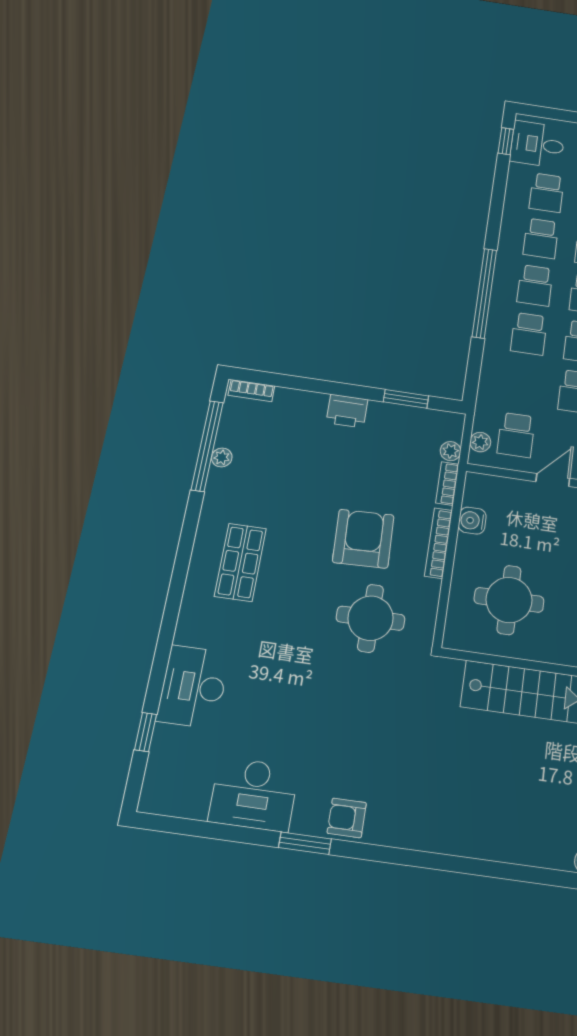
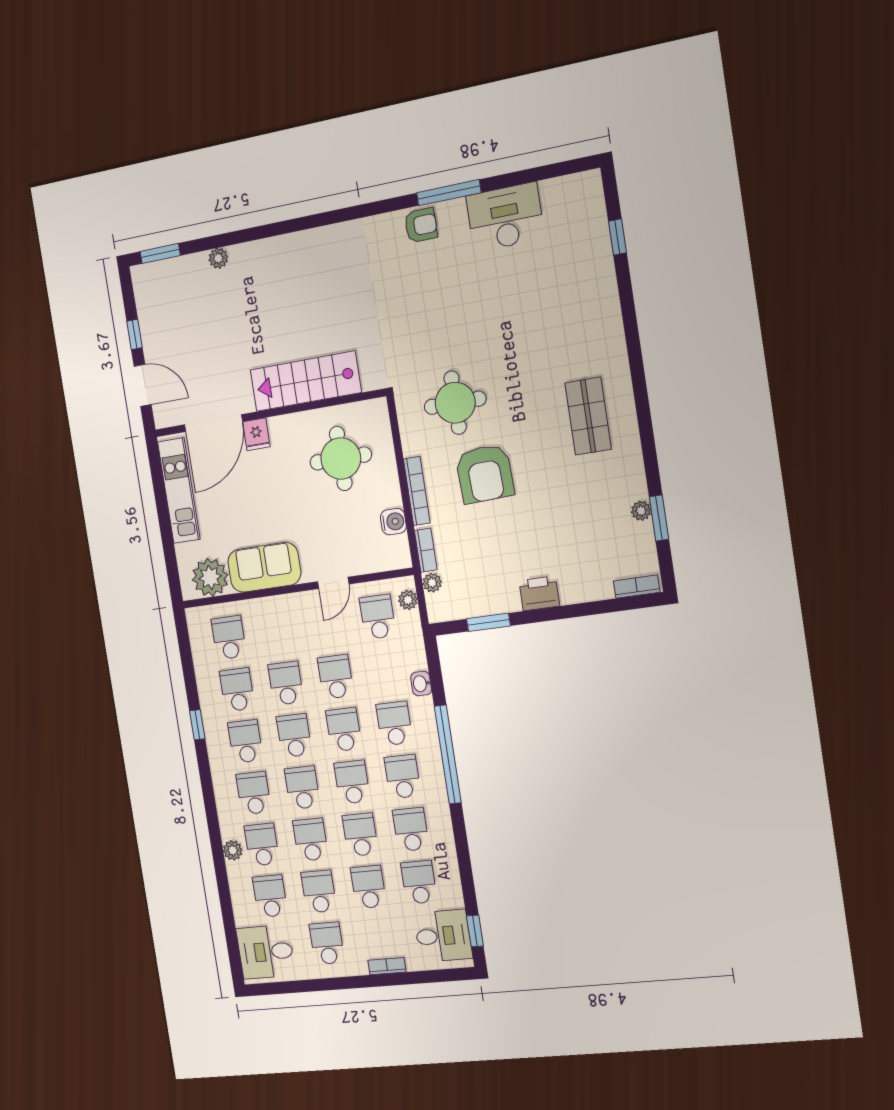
washbasin: (491, 362) -> (421, 684), added
window: (207, 446) -> (659, 518), width x0.47
desk: (193, 687) -> (590, 290), removed
window: (305, 843) -> (449, 193), width x1.44

